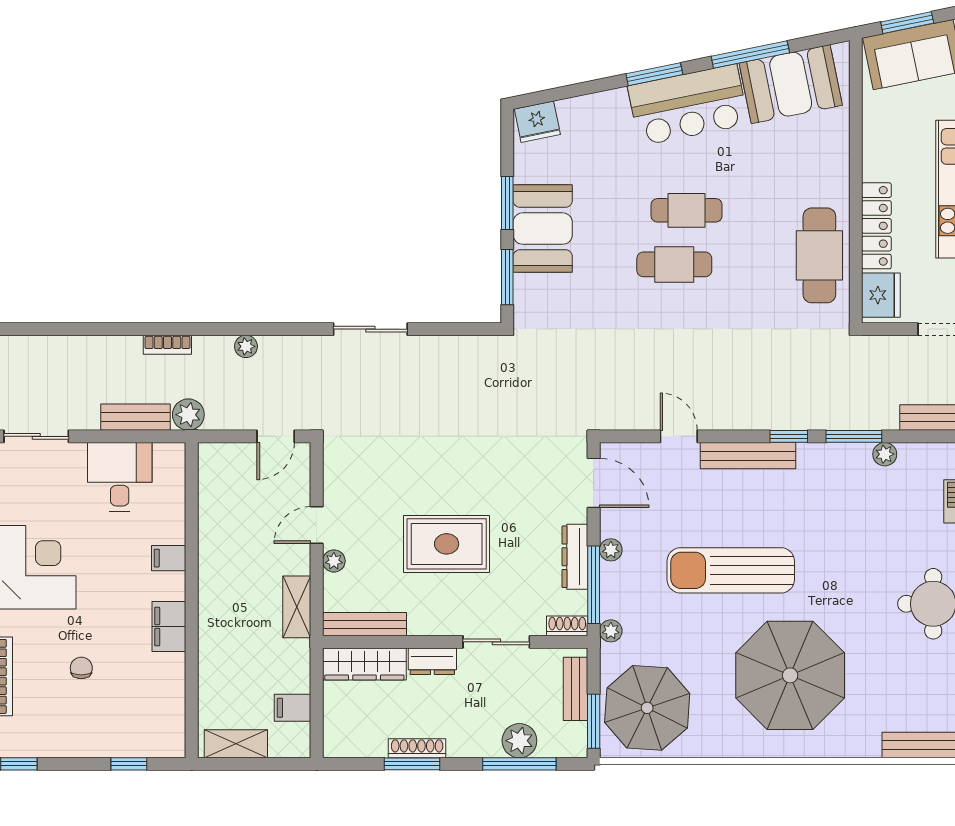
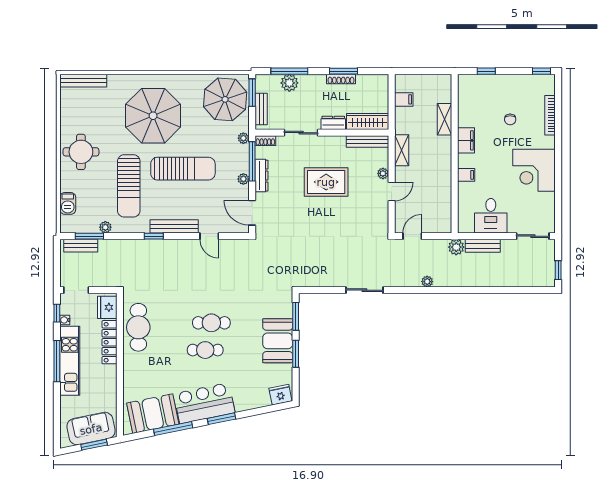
bookcase: (167, 345) -> (467, 282), removed
window: (854, 436) -> (89, 236), moved
sun lounger: (838, 536) -> (129, 186), added
shelving: (236, 744) -> (444, 119), moved, turned 90

